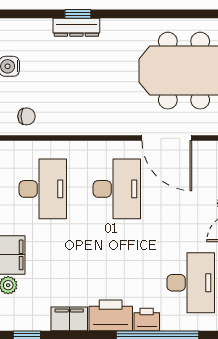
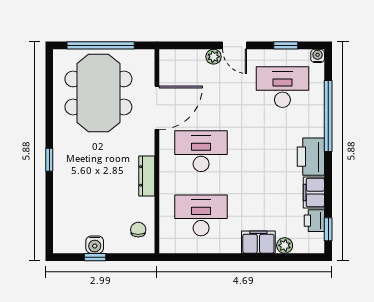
window: (78, 14) -> (49, 160), moved
dresser: (76, 27) -> (147, 176), moved, turned 180
printer: (147, 320) -> (314, 221), moved

